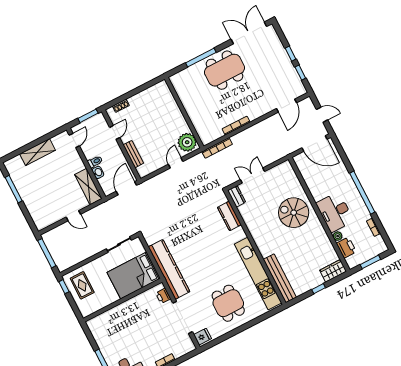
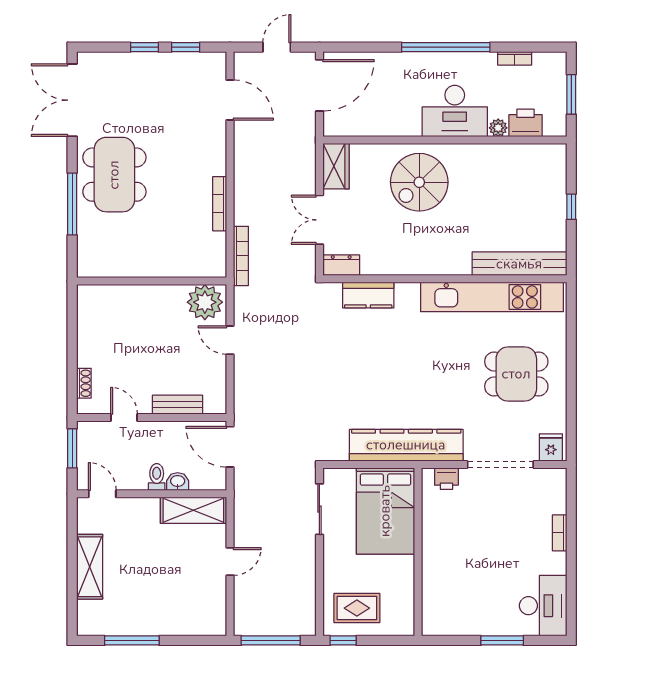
wardrobe: (333, 271) -> (336, 166), moved, turned 180

